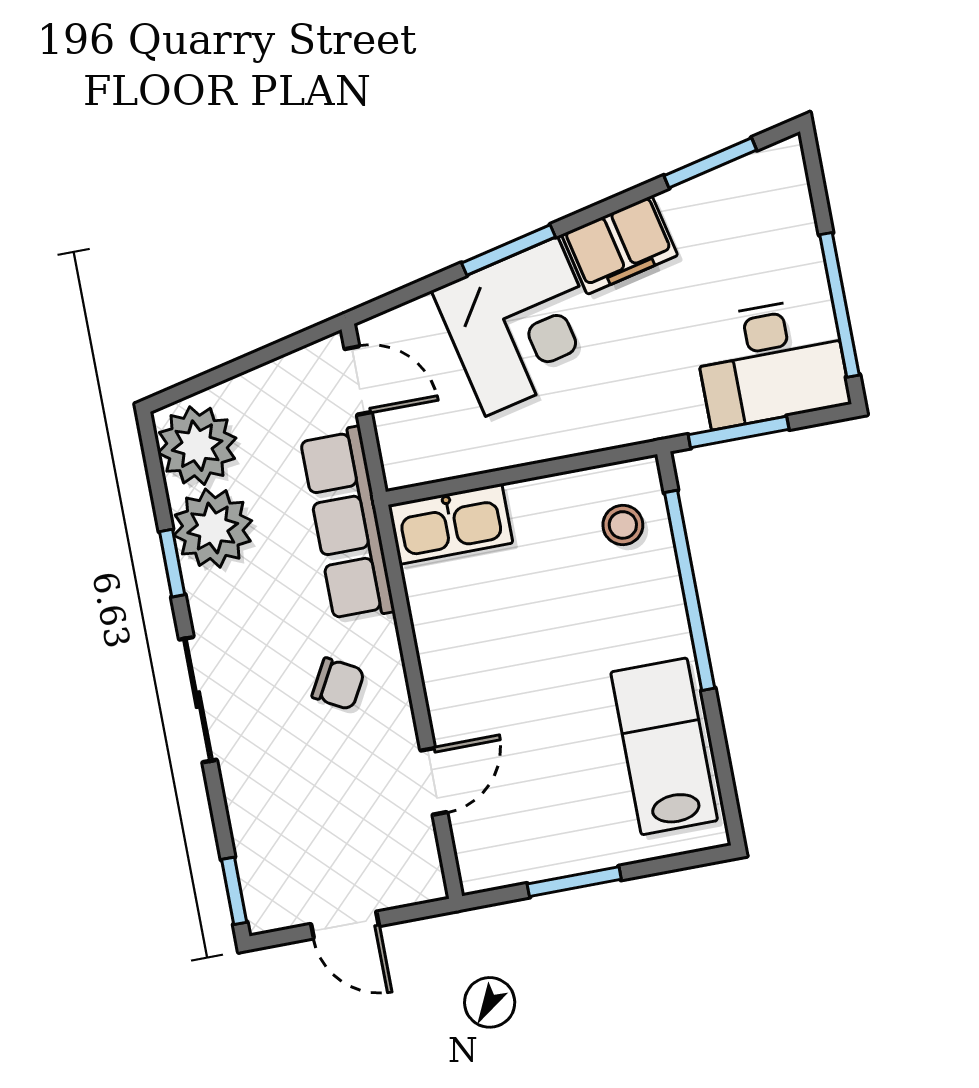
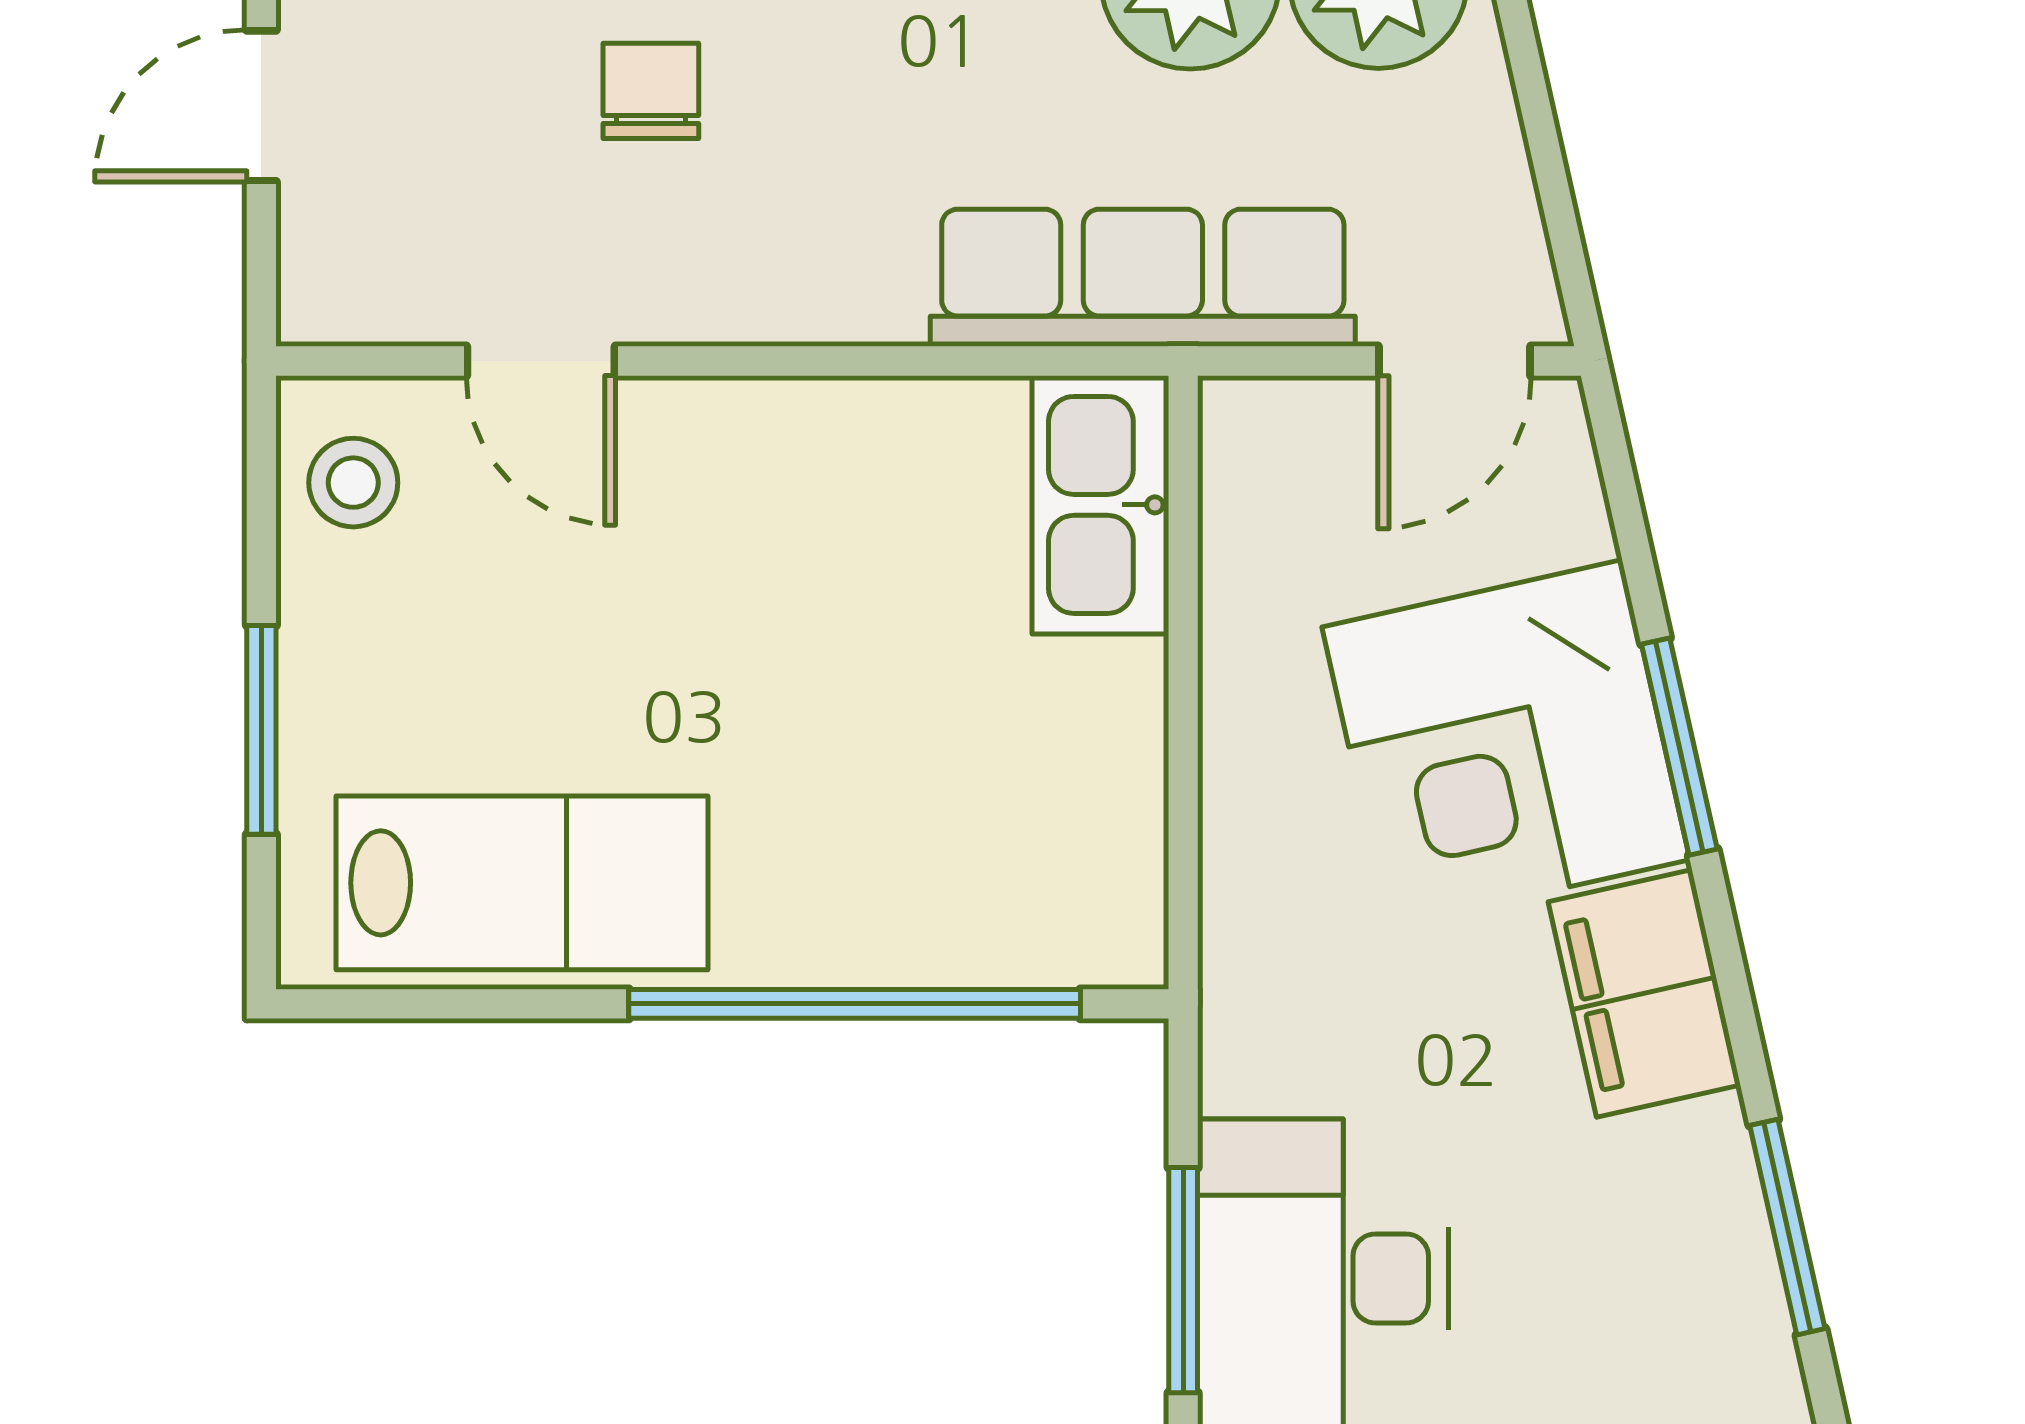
window: (739, 432) -> (1183, 1280), moved
stool: (623, 525) -> (353, 483), moved
chair: (338, 684) -> (651, 91), moved, turned 151
window: (574, 882) -> (261, 730), moved

